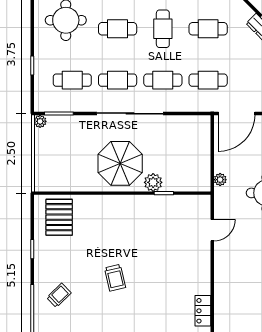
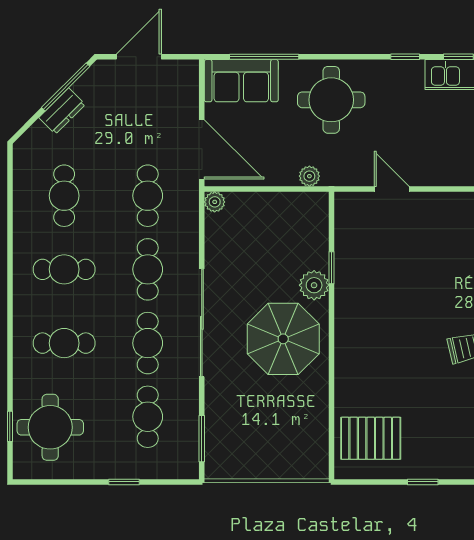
cafe table: (118, 29) -> (64, 343), turned 90
plant: (40, 121) -> (215, 202), moved

